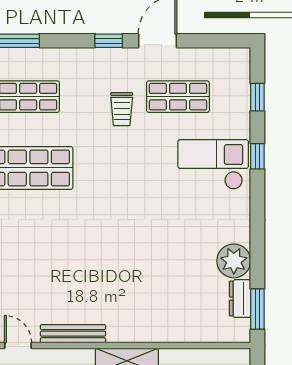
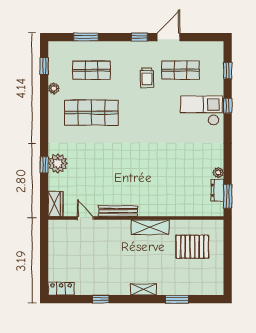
plant: (234, 261) -> (218, 173), width x0.53, depth x0.53

